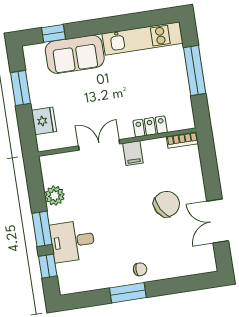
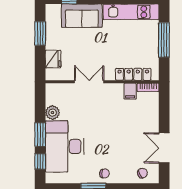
locker: (150, 126) -> (133, 74), width x1.53
filing cabinet: (133, 153) -> (130, 91), moved
chair: (167, 204) -> (142, 173), moved, width x0.54, depth x0.54
desk: (73, 241) -> (65, 146), width x1.87, depth x1.30

